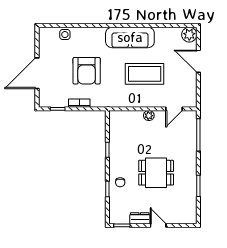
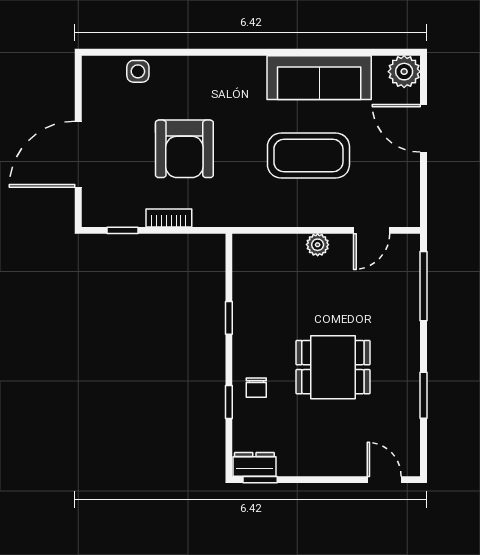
sofa: (130, 37) -> (319, 78), moved
dresser: (140, 218) -> (254, 464), moved
door: (158, 225) -> (384, 480), moved

